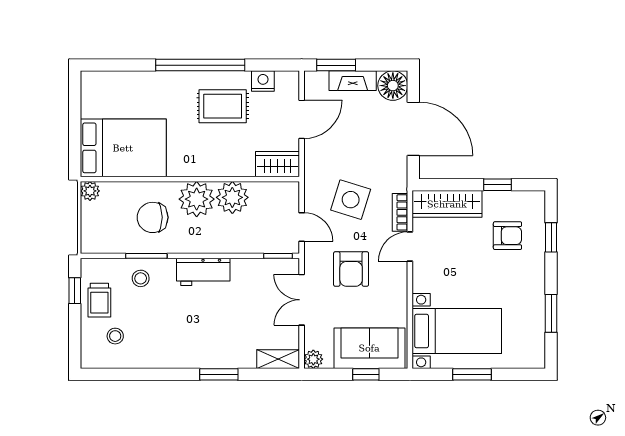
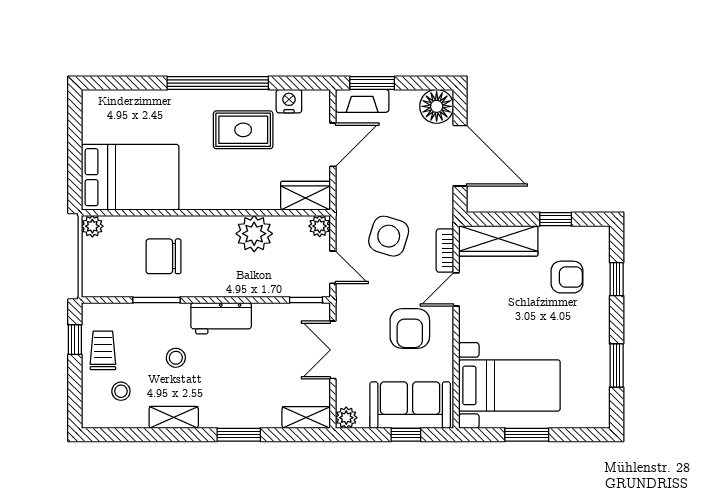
fireplace: (353, 81) -> (362, 101), moved
plant: (197, 199) -> (320, 226), moved, width x0.53, depth x0.53
armchair: (351, 269) -> (410, 329), moved
stool: (141, 278) -> (176, 358), moved
trolley: (99, 300) -> (103, 350), turned 180
shelving: (162, 359) -> (174, 417), added

